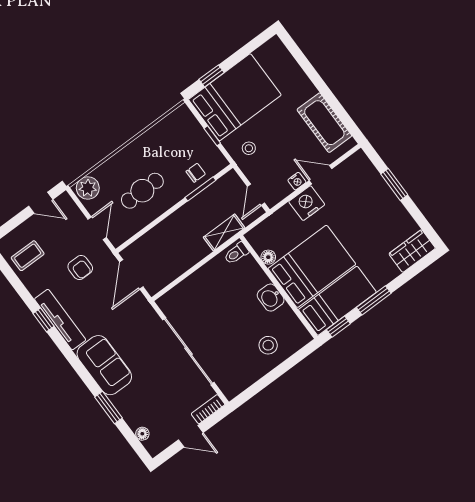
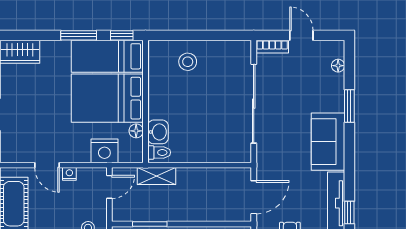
nightstand: (307, 203) -> (104, 151), moved
washbasin: (271, 298) -> (158, 132), moved

